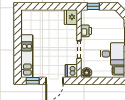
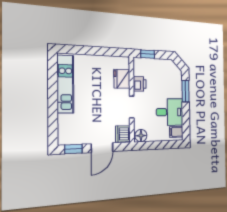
fridge: (71, 17) -> (122, 79), moved
kitchen unit: (27, 56) -> (65, 84), moved

